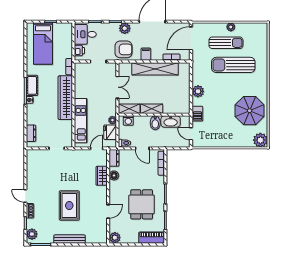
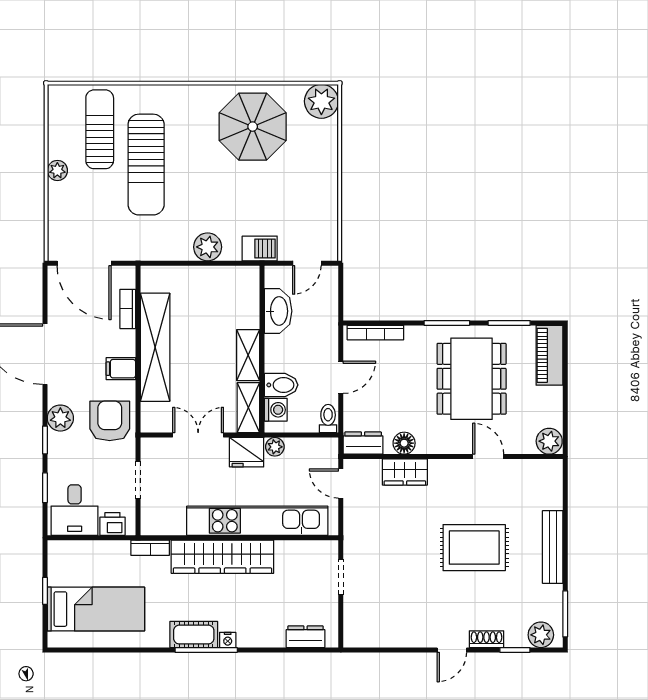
sun lounger: (226, 43) -> (100, 129), moved
kitchen unit: (81, 121) -> (257, 521), width x1.36
bidet: (155, 123) -> (281, 385), moved
fridge: (110, 132) -> (247, 452), moved
dining table: (142, 204) -> (472, 379), width x1.38

